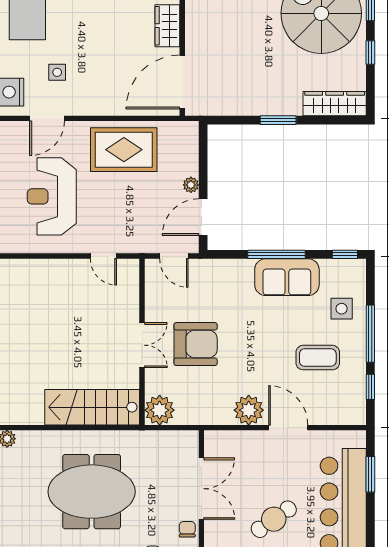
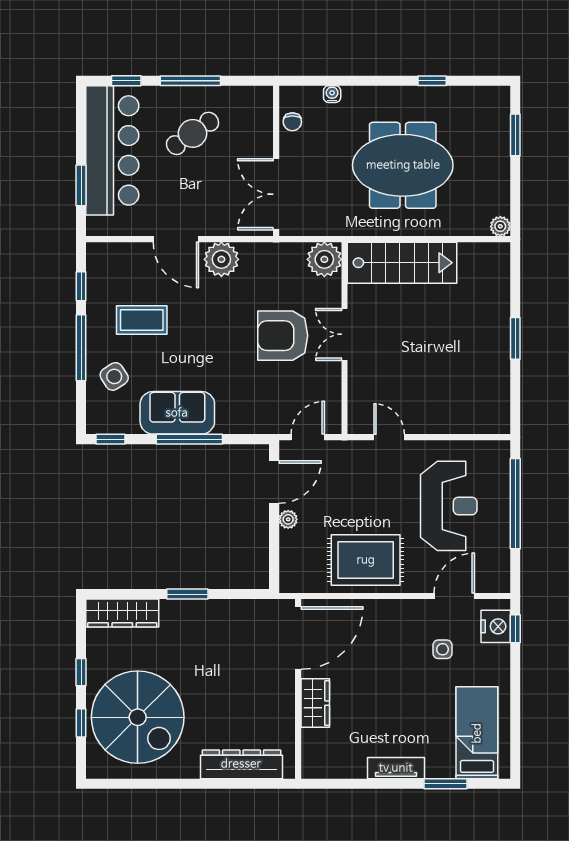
door: (174, 256) -> (308, 437), hinge flipped
side table: (342, 309) -> (114, 376), turned -33
double door: (201, 489) -> (276, 194), moved

